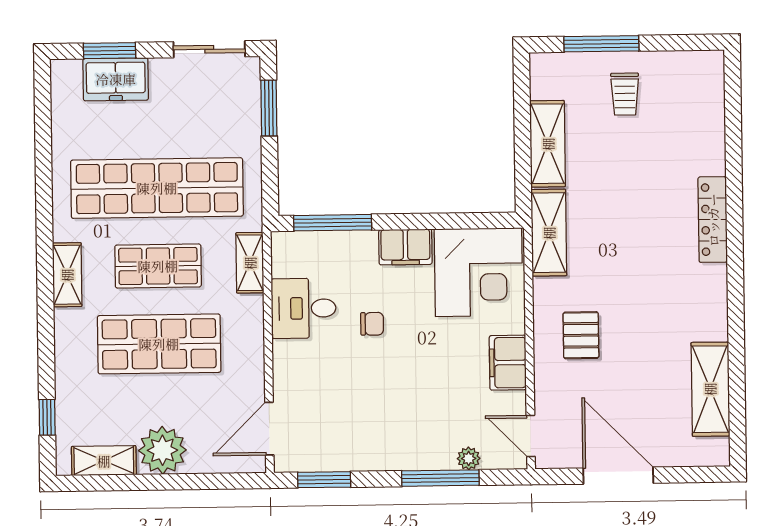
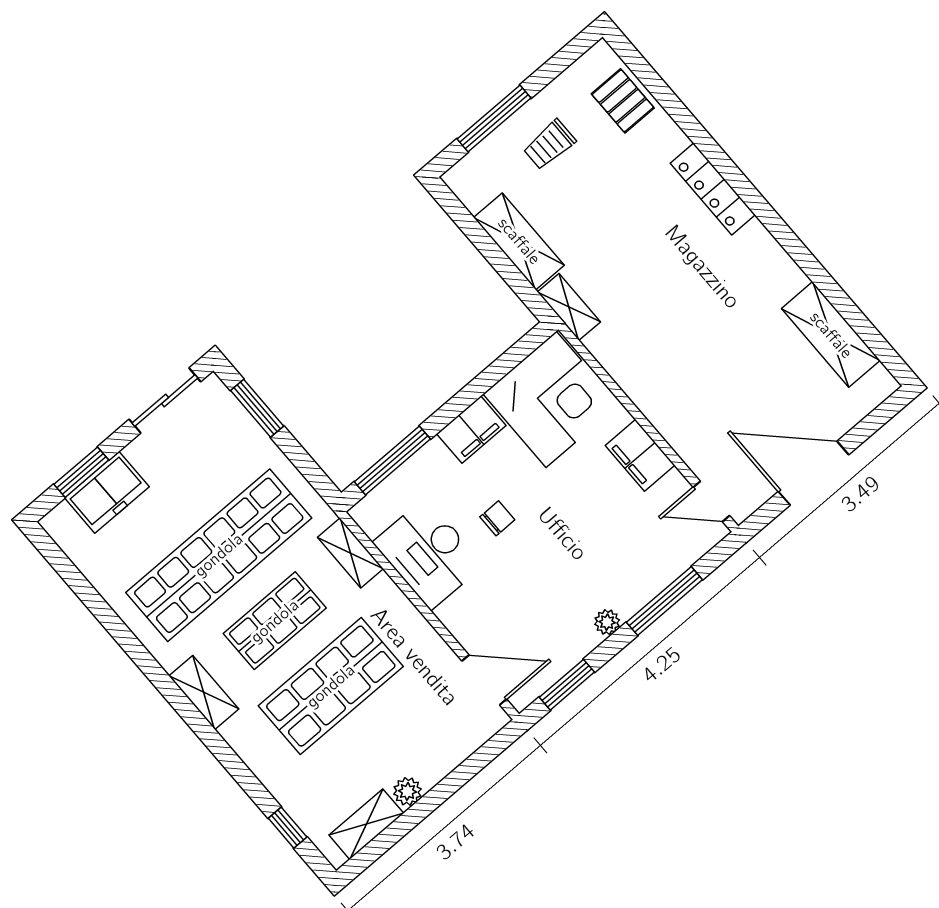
trolley: (625, 94) -> (549, 145), turned 90
shelving: (549, 233) -> (569, 307), width x0.67, depth x0.75
desk: (304, 308) -> (428, 554), width x1.37
pallet: (581, 335) -> (623, 101), moved
door: (269, 429) -> (484, 680), swing flipped
plant: (162, 450) -> (407, 791), width x0.53, depth x0.53
plant: (469, 458) -> (607, 622), moved

